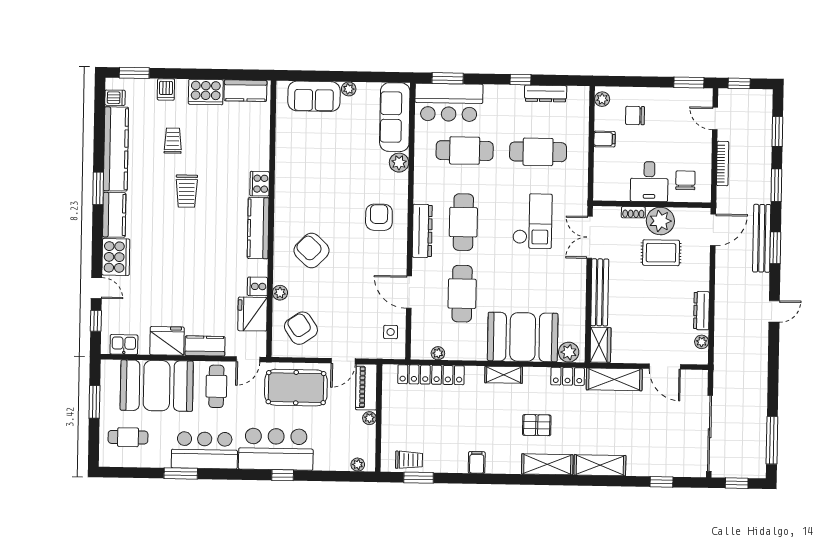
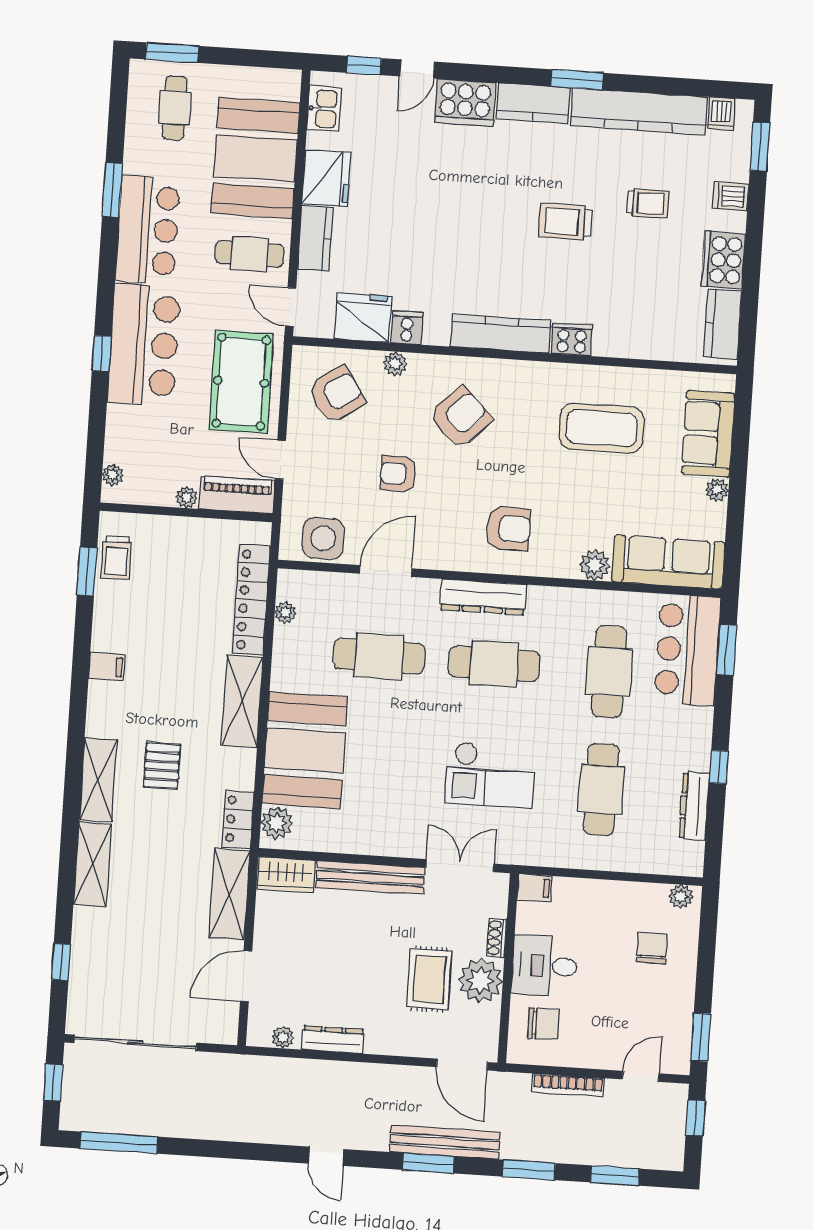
filing cabinet: (605, 139) -> (535, 888), moved, turned -90
coffee table: (314, 162) -> (602, 428), added
armchair: (348, 287) -> (398, 474), added
side table: (391, 332) -> (323, 538), width x1.87, depth x1.87
shelving: (504, 375) -> (242, 701), width x1.50, depth x1.33
window: (94, 402) -> (172, 53), moved

